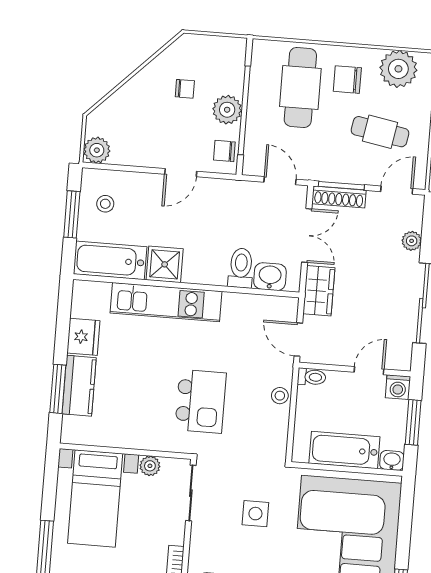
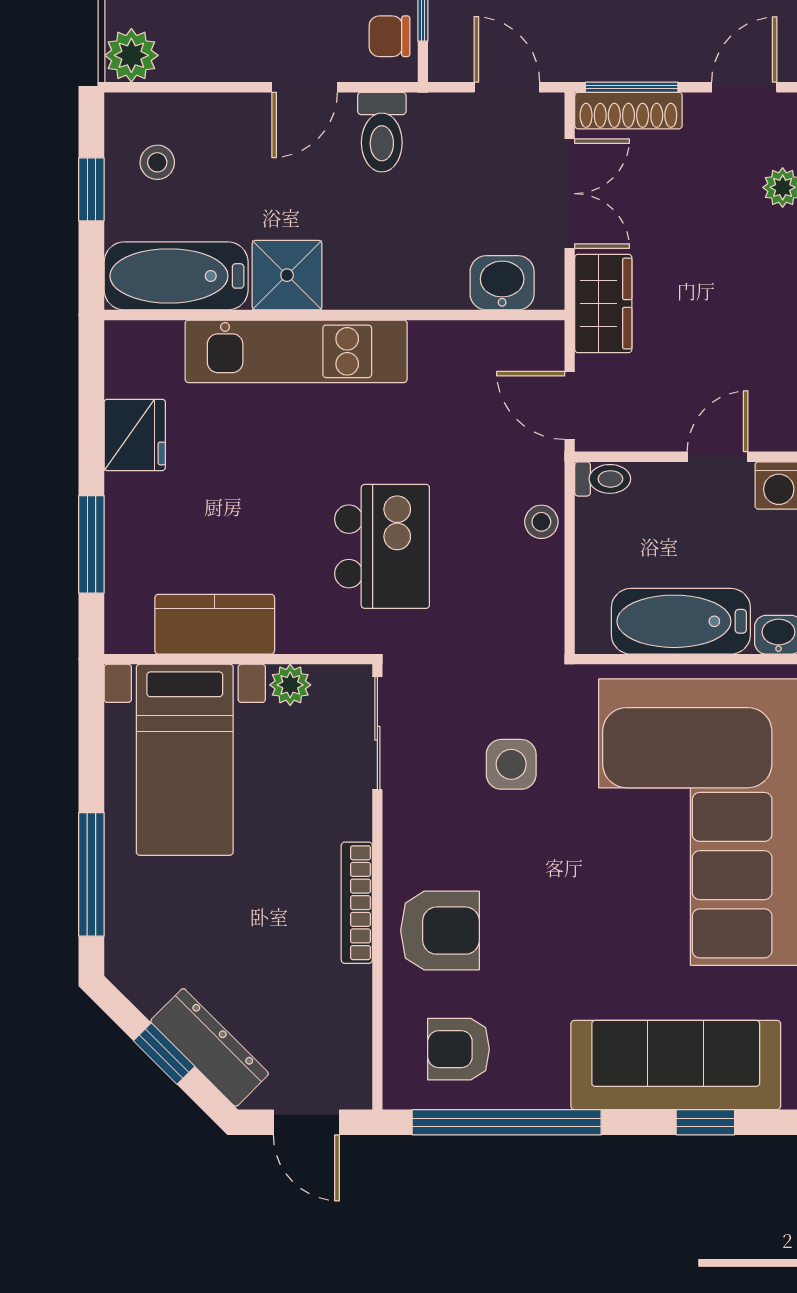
window: (72, 214) -> (91, 189), width x0.67
toilet: (241, 268) -> (382, 132), moved, turned 180
kitchen counter: (79, 386) -> (215, 624), moved, turned -90

